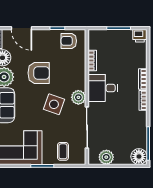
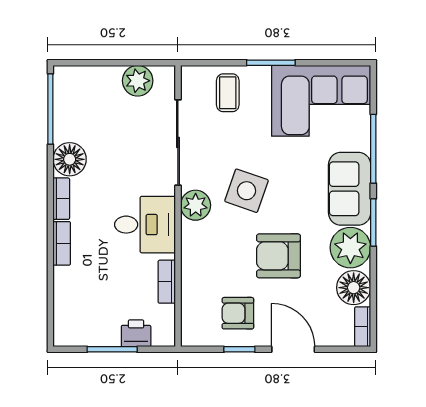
door: (22, 28) -> (293, 349), moved
printer: (140, 36) -> (136, 333), moved
armchair: (69, 41) -> (238, 313), moved, turned 180
floor lamp: (139, 157) -> (70, 159), moved

